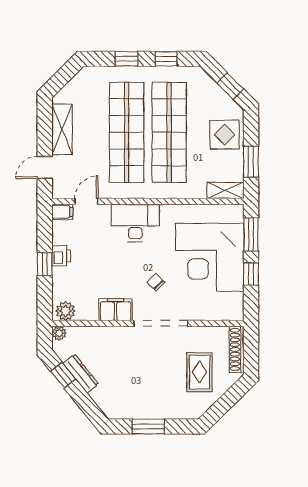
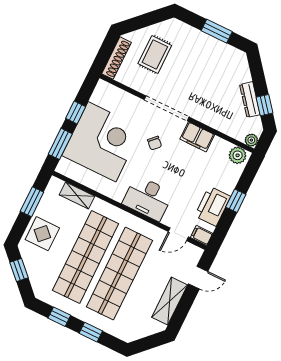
shelving: (225, 190) -> (77, 196), moved
printer: (61, 256) -> (213, 206), width x1.87, depth x1.48

